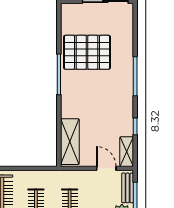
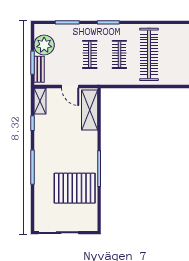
door: (106, 168) -> (70, 86), moved

